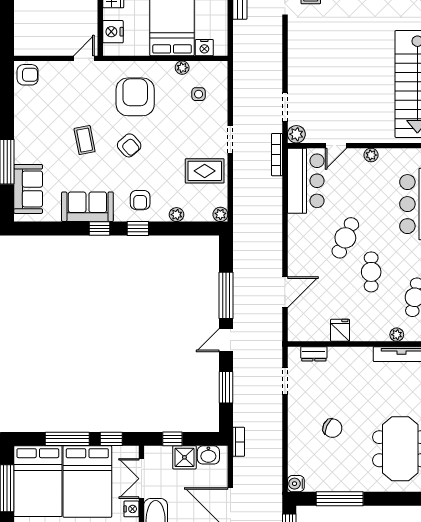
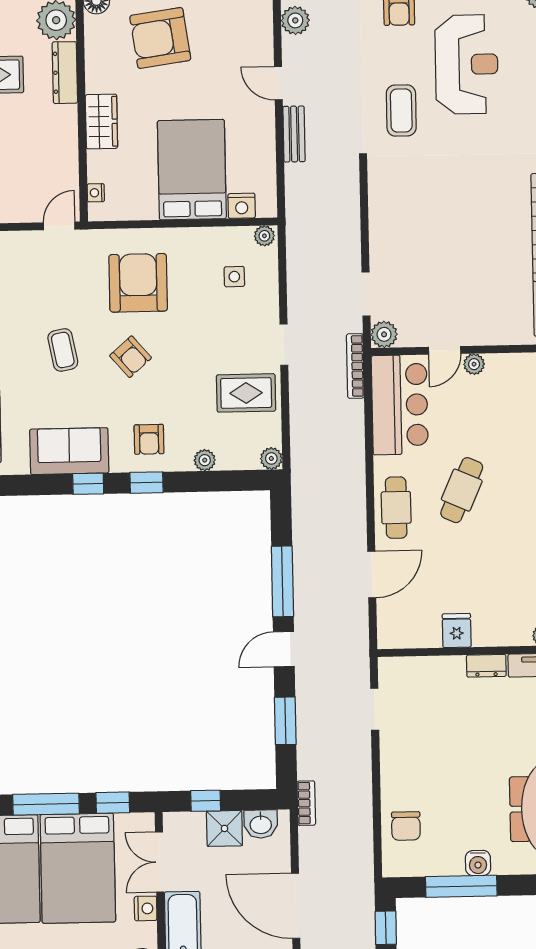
nightstand: (113, 32) -> (96, 193), width x0.53, depth x0.56
plant: (182, 68) -> (264, 236), moved
plant: (371, 155) -> (474, 364), moved
cafe table: (371, 272) -> (396, 508), moved
dresser: (314, 354) -> (486, 666), moved
chair: (332, 428) -> (406, 826), moved, turned 65
water cooler: (296, 484) -> (478, 863), moved, turned -90

